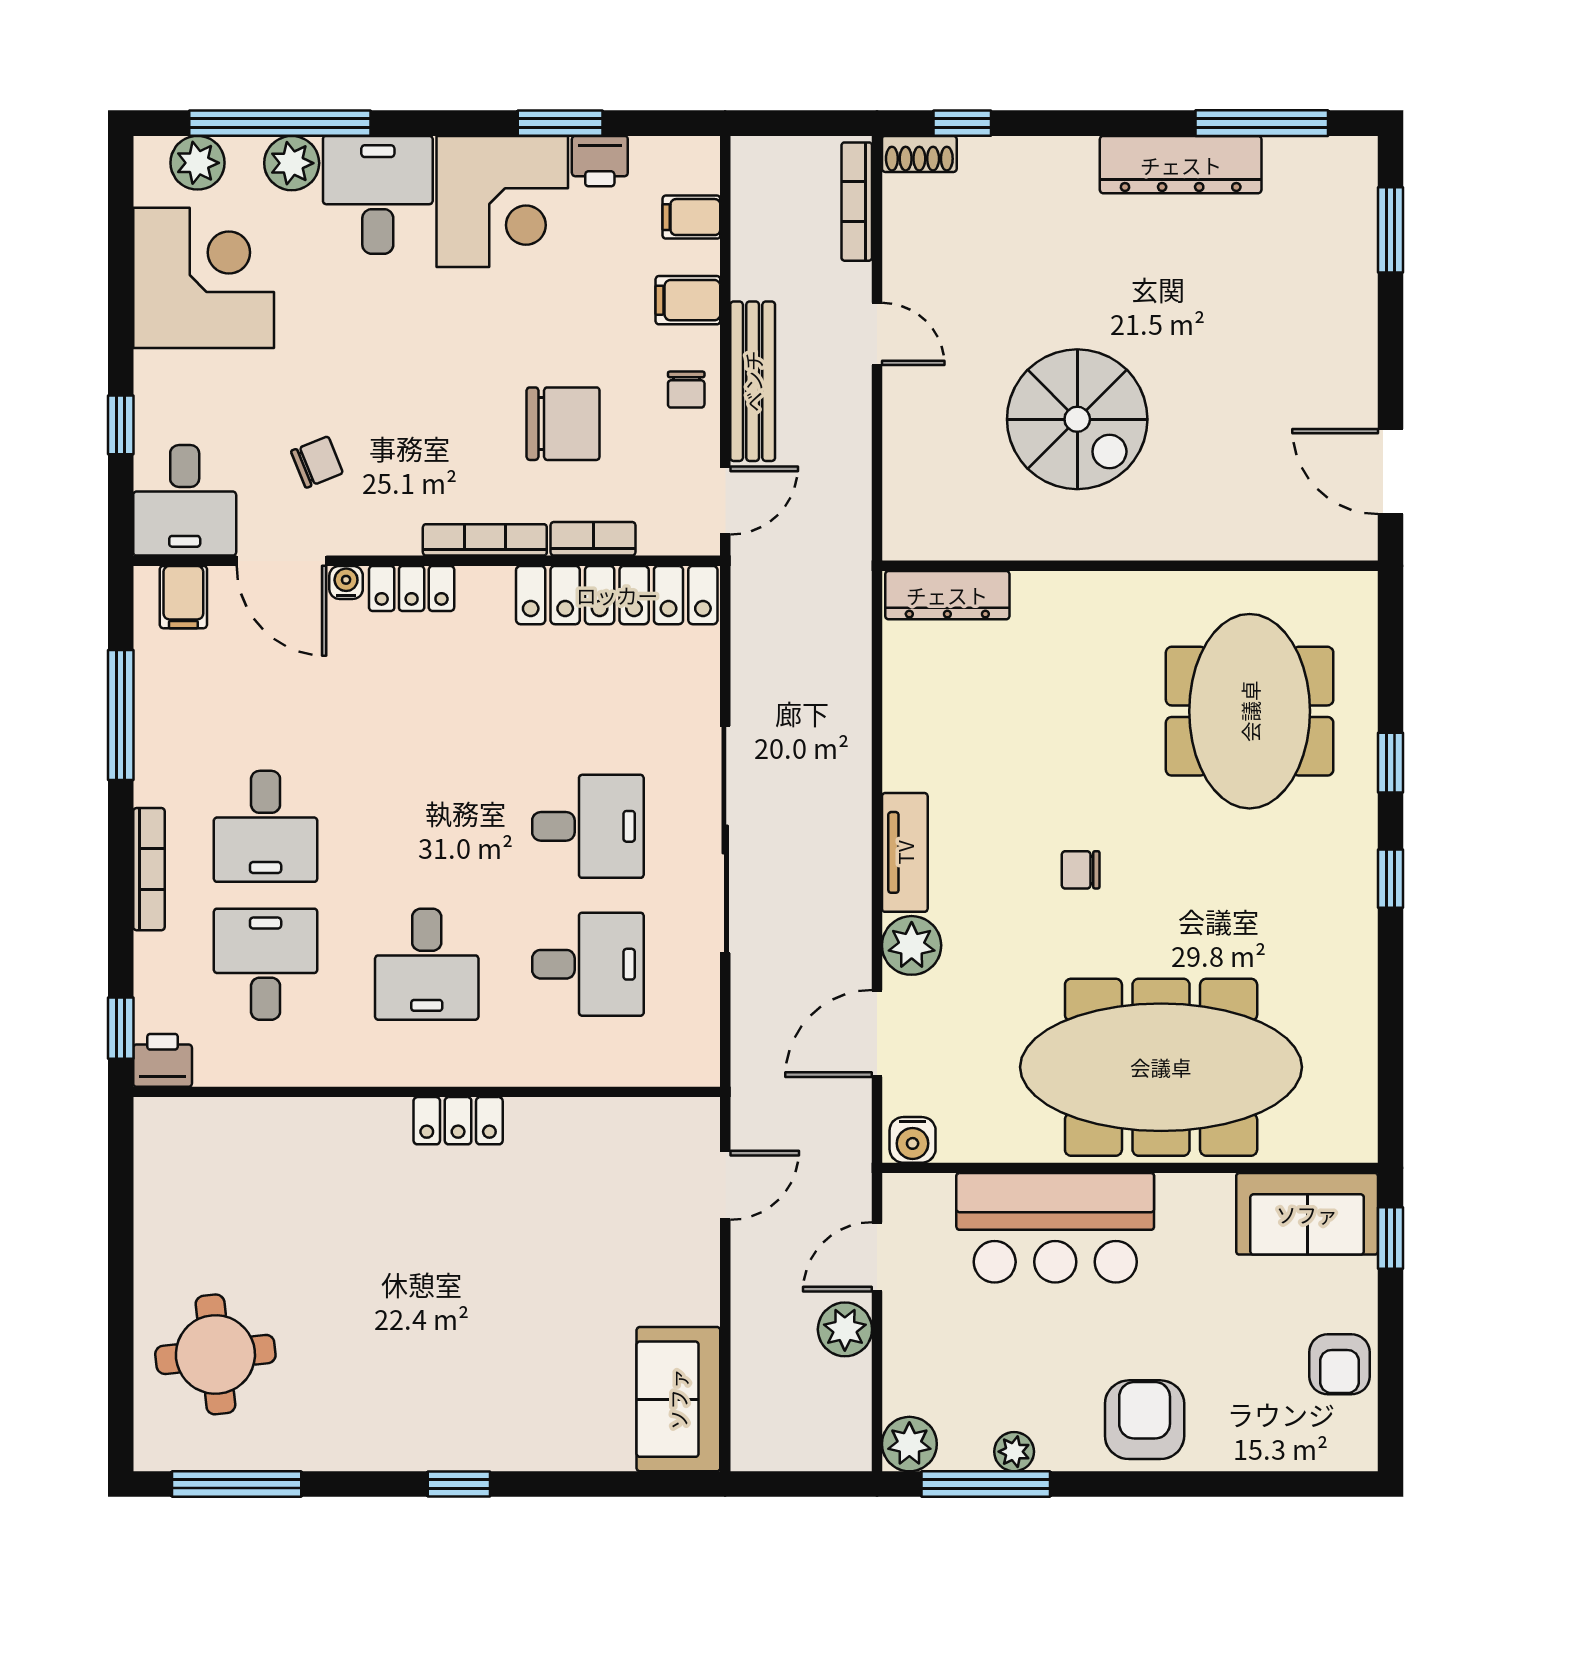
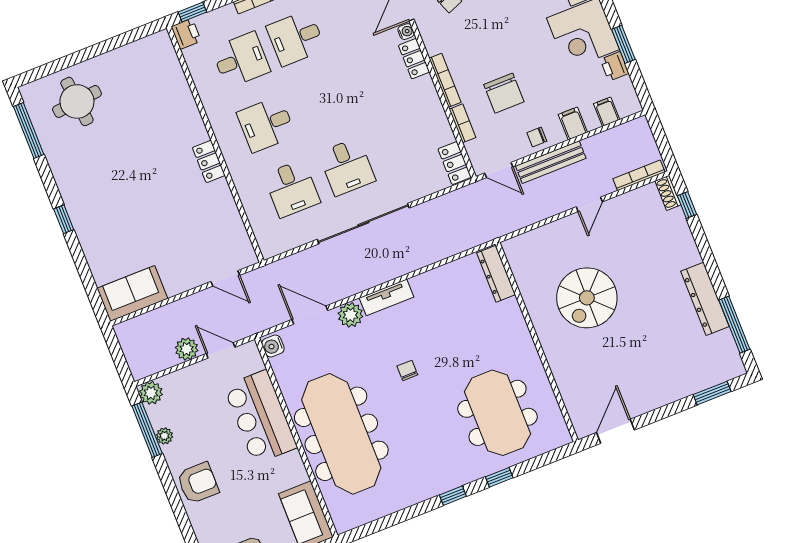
locker: (617, 595) -> (455, 163), width x0.46, depth x0.83
meeting table: (1250, 711) -> (498, 413), turned 90

